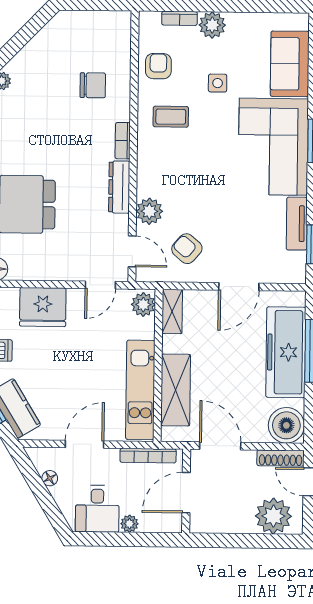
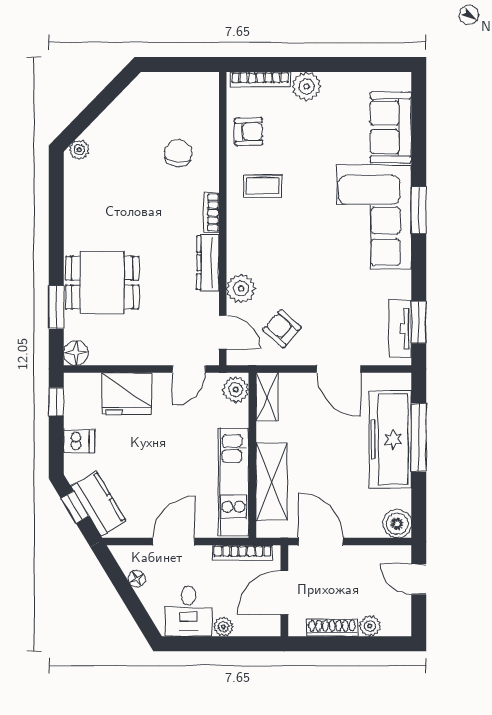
bookcase: (179, 18) -> (260, 80), width x1.56
armchair: (158, 66) -> (249, 132), turned 88
side table: (218, 83) -> (313, 149), removed
chair: (93, 85) -> (178, 153), turned -83
tv unit: (297, 224) -> (400, 329), moved
door: (239, 287) -> (339, 369), hinge flipped
boiler: (286, 425) -> (397, 524), width x0.73, depth x0.73
shoe rack: (280, 458) -> (332, 628), moved, turned 180
plant: (273, 516) -> (370, 626), width x0.53, depth x0.53

